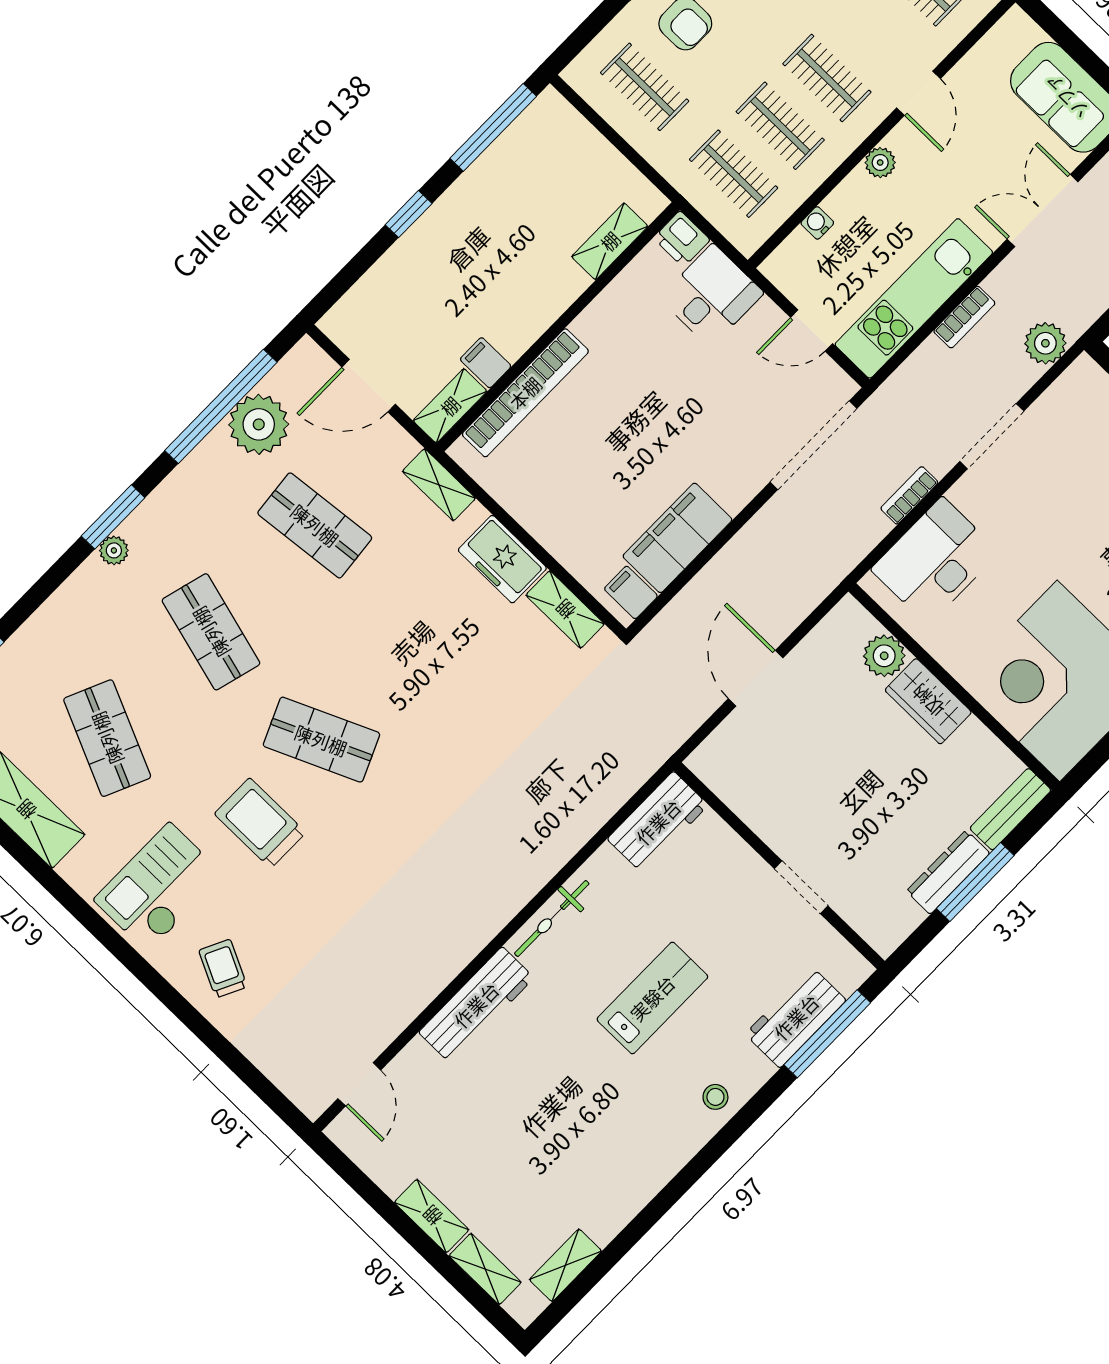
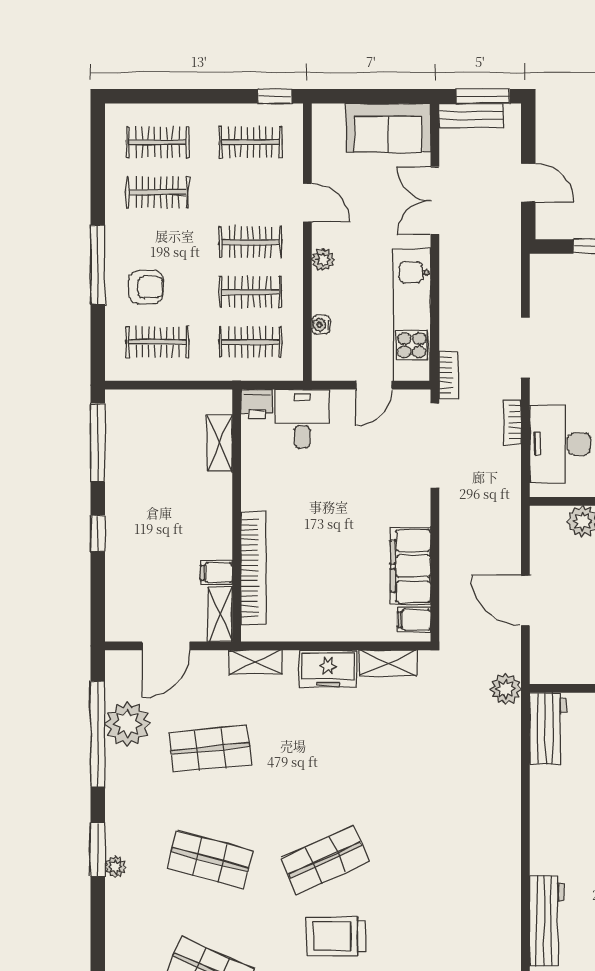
bookcase: (964, 317) -> (449, 375), moved
plant: (1045, 343) -> (506, 689), moved
bicycle: (552, 919) -> (542, 835), removed

